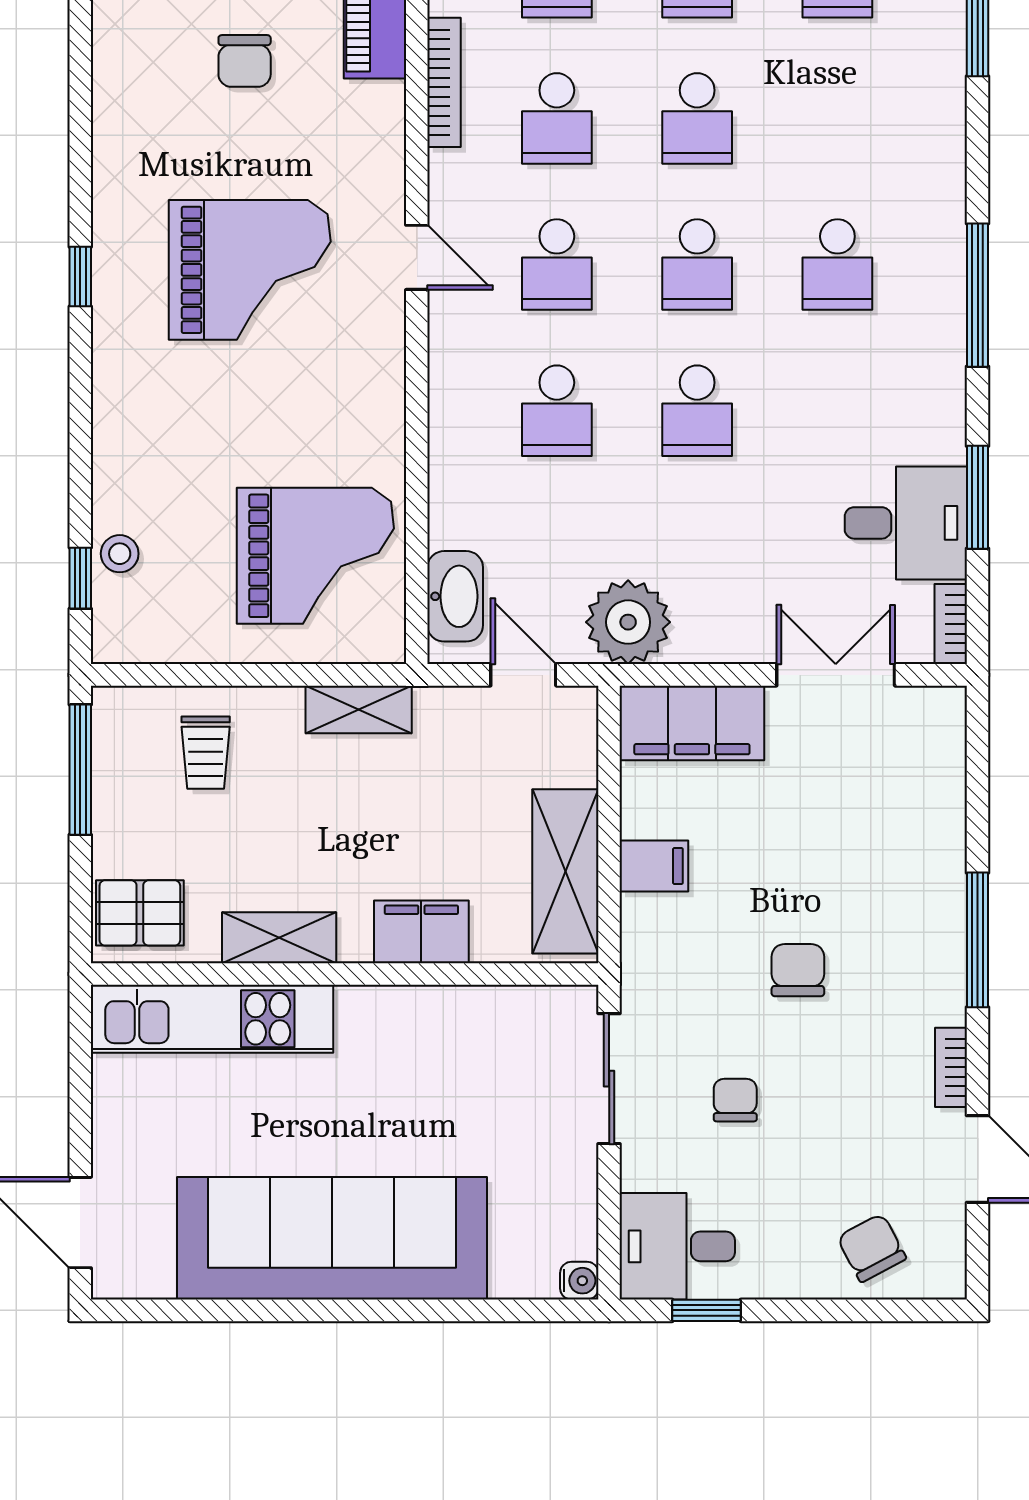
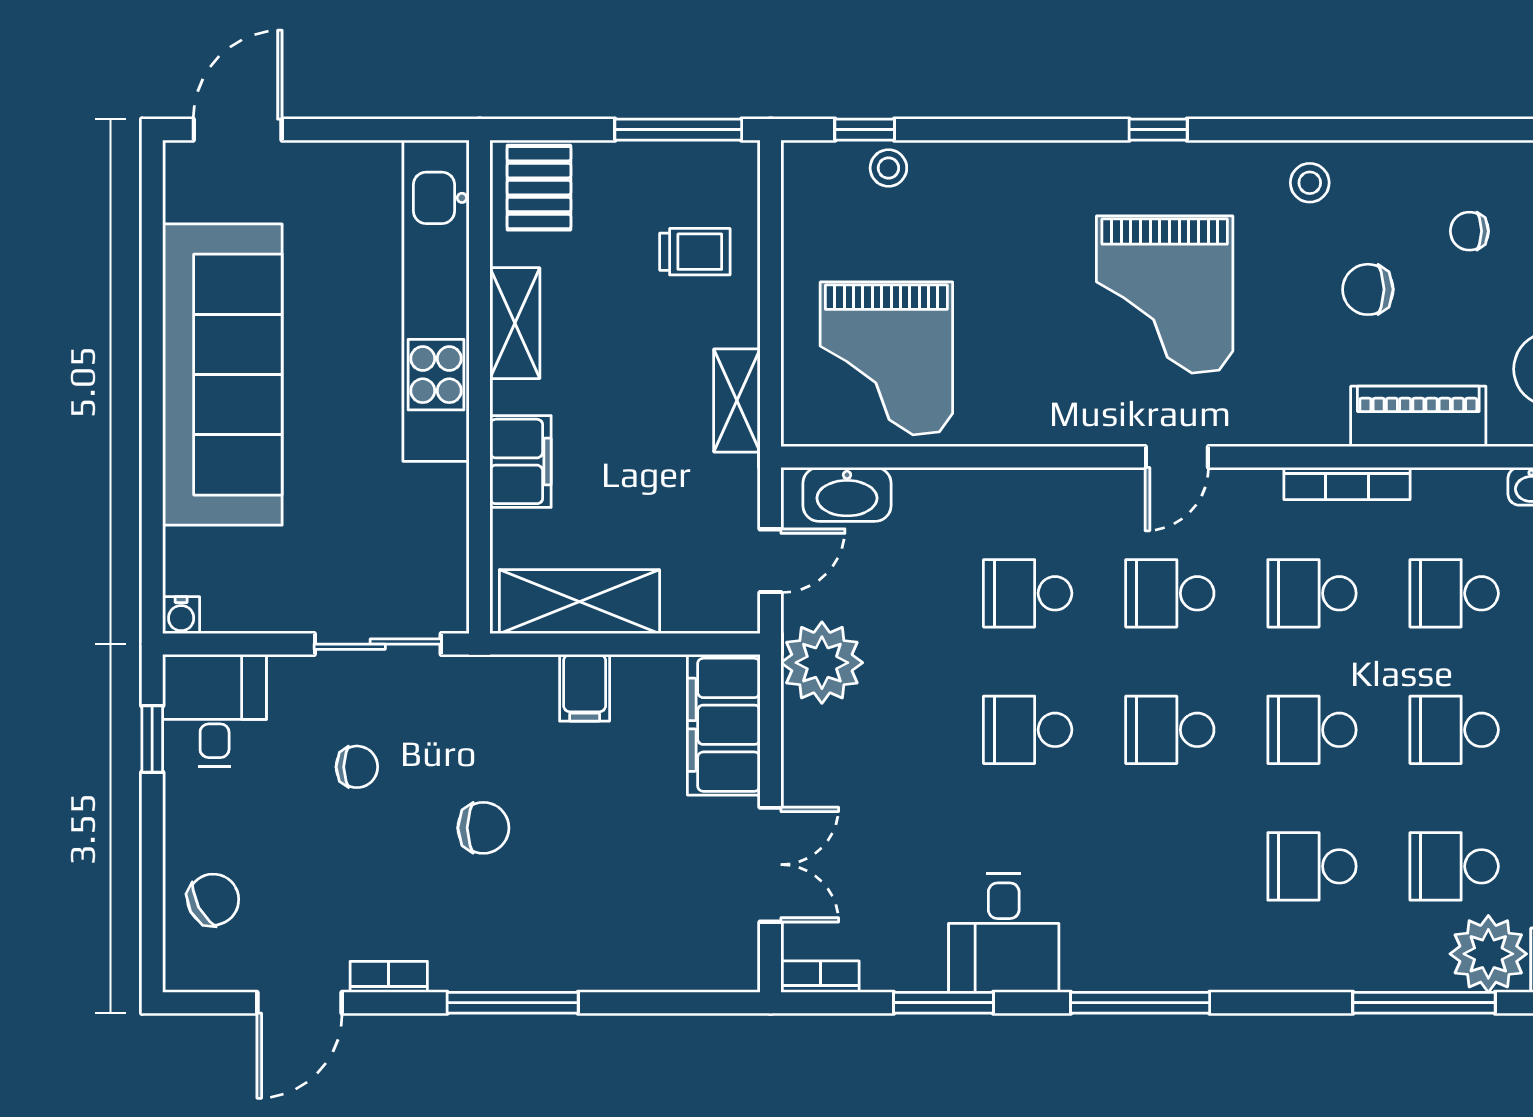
stool: (135, 121) -> (1310, 183), added
school desk: (837, 265) -> (1312, 866), moved
desk: (906, 523) -> (1004, 933), moved
trolley: (206, 753) -> (695, 252), turned 180
kitchen unit: (212, 1019) -> (436, 301), width x1.36

